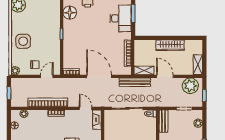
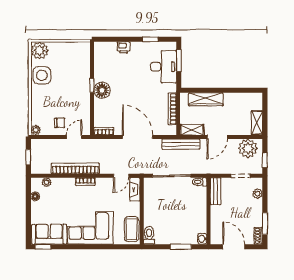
floor lamp: (70, 13) -> (102, 90), moved
side table: (23, 41) -> (42, 75), moved
wardrobe: (170, 45) -> (206, 99), moved
door: (165, 76) -> (217, 137), swing flipped
door: (86, 108) -> (121, 176), swing flipped

